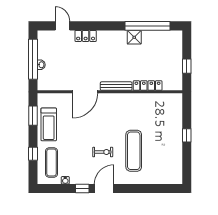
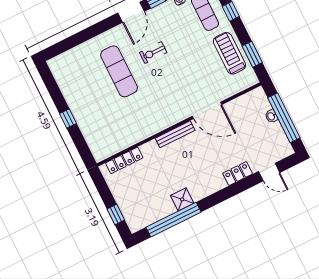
window: (187, 66) -> (116, 214), moved
locker: (148, 86) -> (124, 160), moved
door: (85, 92) -> (207, 110), swing flipped

